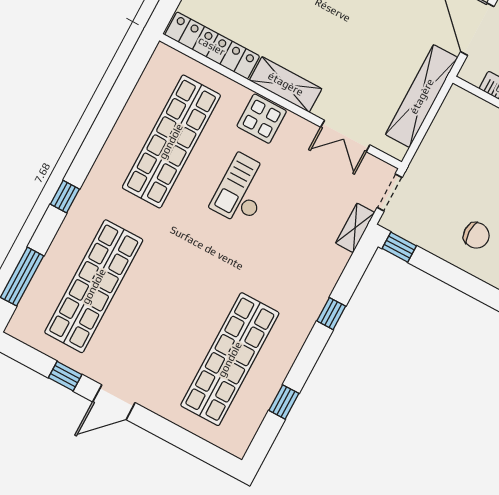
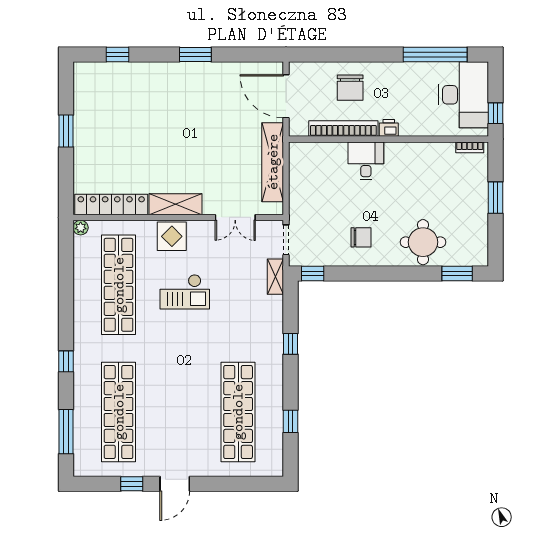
plant: (163, 53) -> (81, 228), added
checkout: (243, 190) -> (185, 292), turned -90

